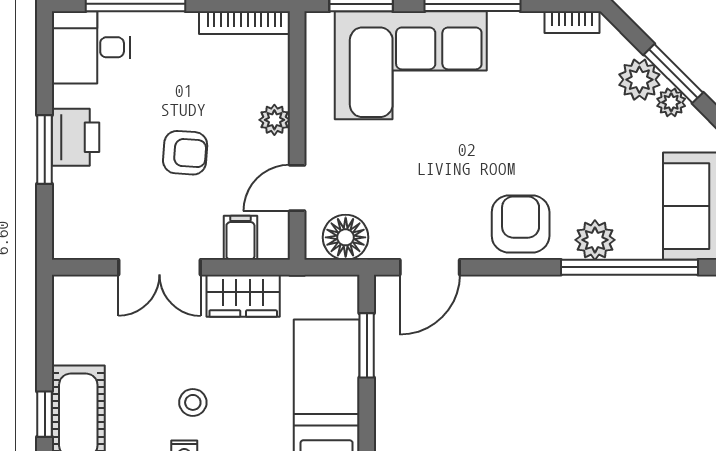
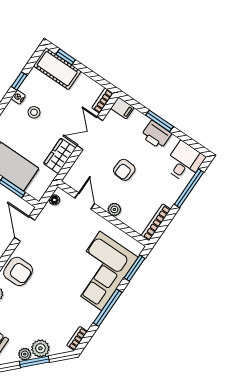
floor lamp: (346, 237) -> (54, 200), width x0.53, depth x0.53
filing cabinet: (240, 238) -> (122, 108), moved
bookcase: (80, 286) -> (102, 101), added

